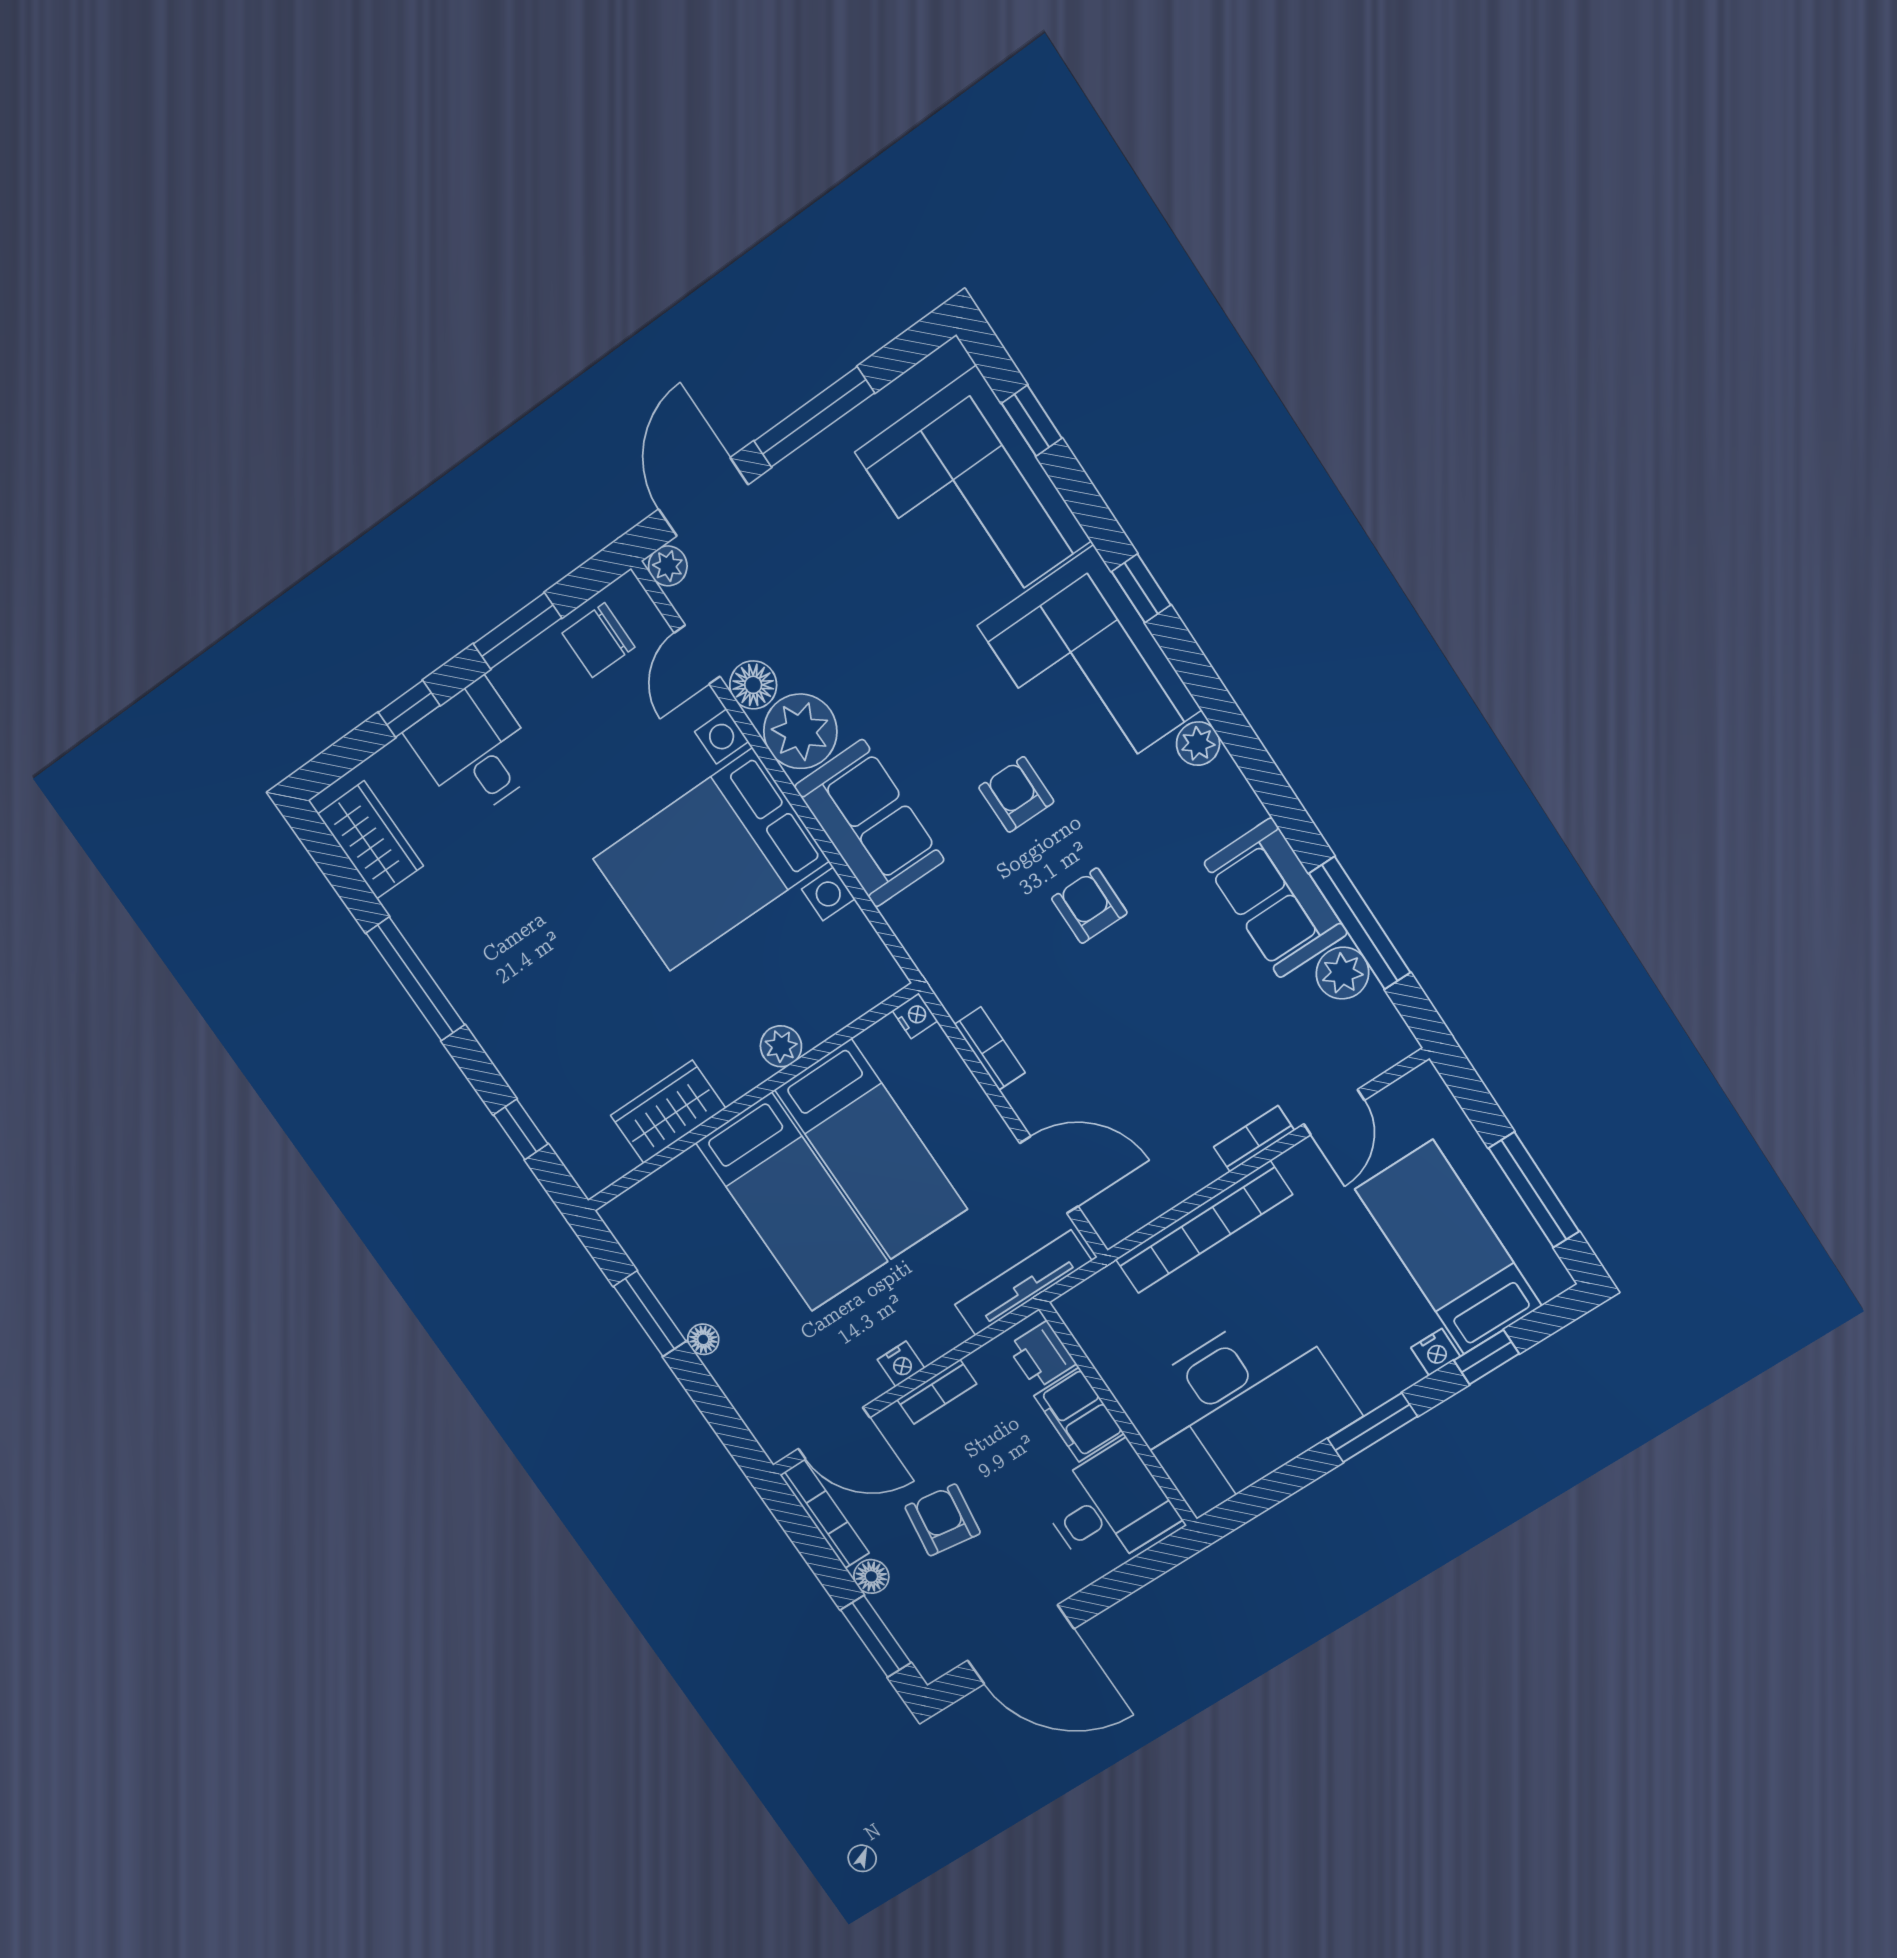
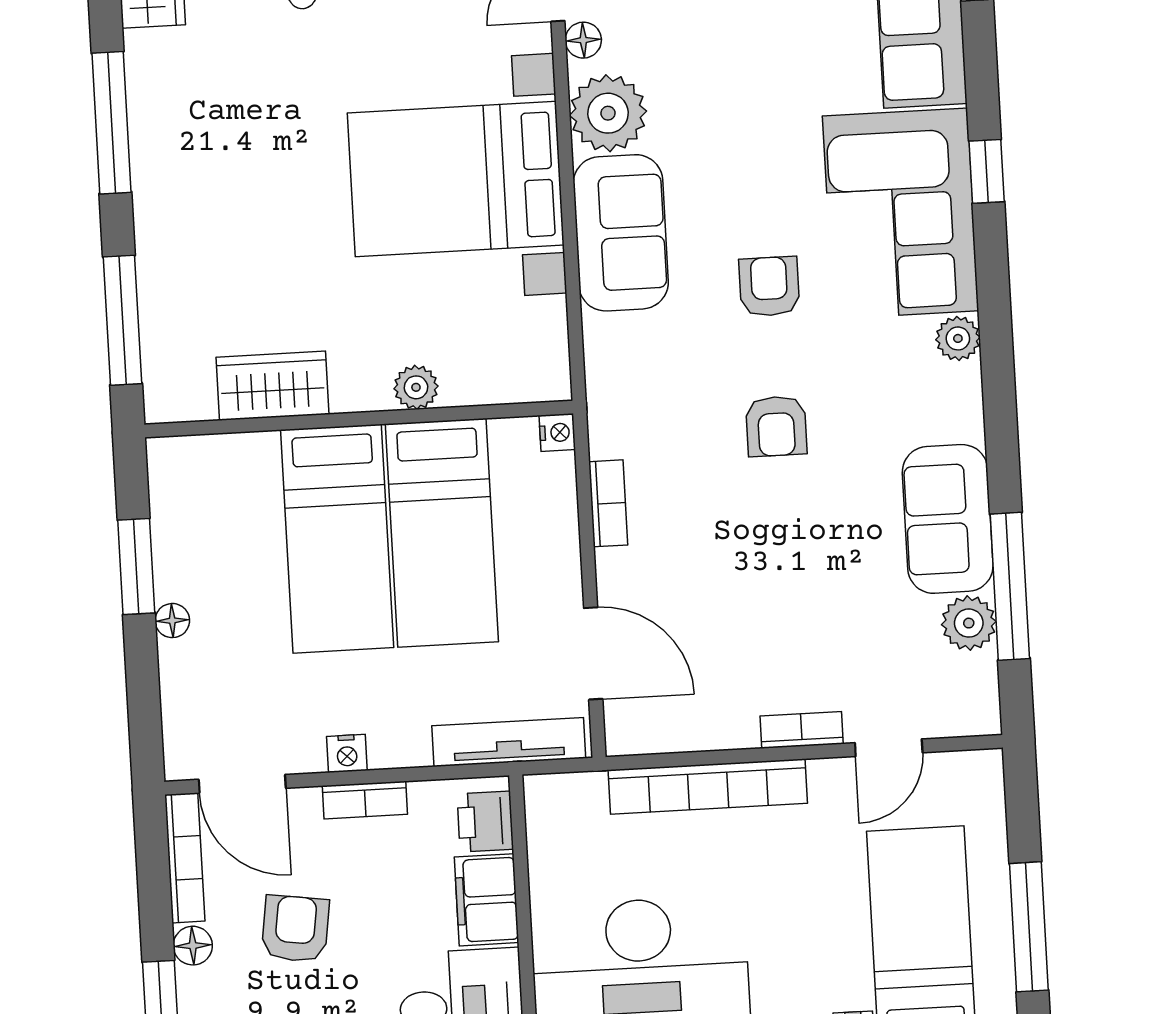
floor lamp: (753, 685) -> (583, 40), width x0.73, depth x0.73
armchair: (1089, 906) -> (776, 426), turned 180
window: (521, 1129) -> (122, 320), width x2.17

